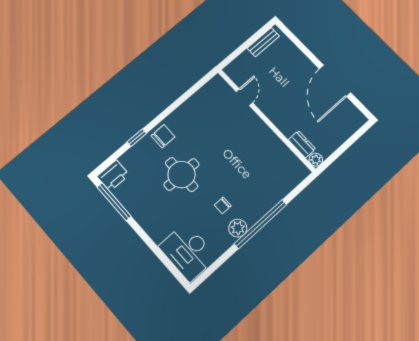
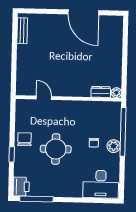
door: (244, 97) -> (44, 98), moved
wall: (266, 120) -> (68, 98), moved
dresser: (302, 144) -> (101, 92), moved
plant: (316, 160) -> (116, 93), moved

